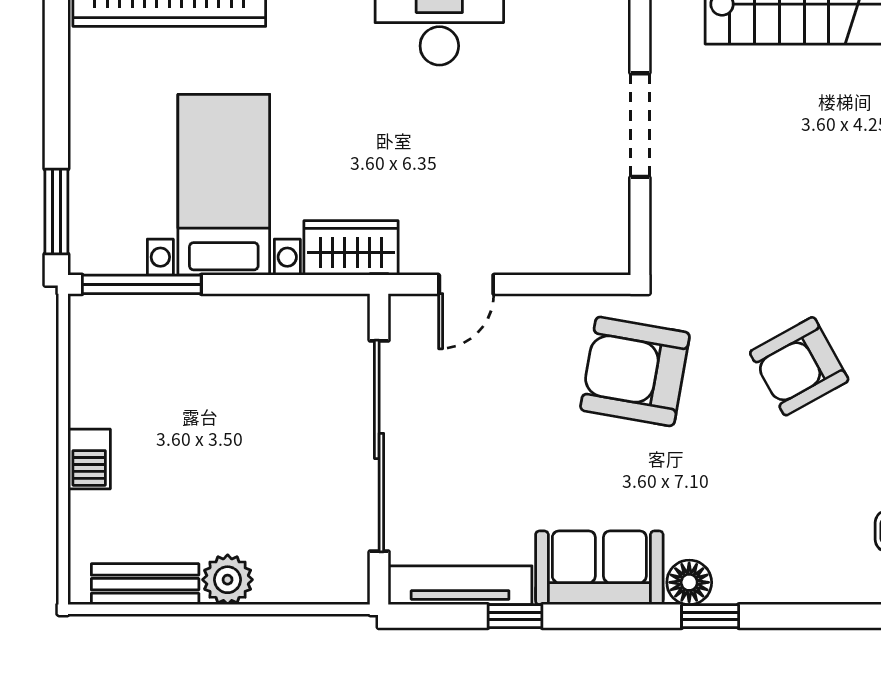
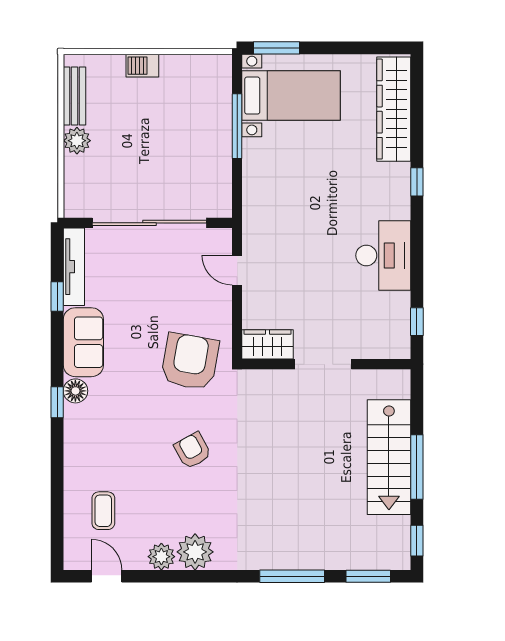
bed with nightstands: (224, 185) -> (291, 96), moved
wardrobe: (351, 248) -> (267, 344), moved, turned -90
window: (142, 284) -> (237, 126), moved
armchair: (799, 366) -> (193, 451), width x0.72, depth x0.72

